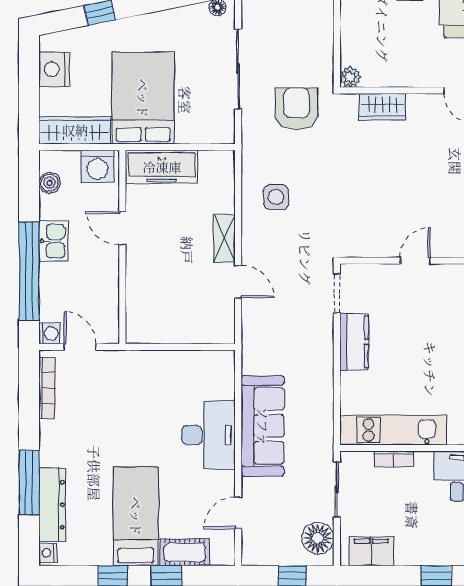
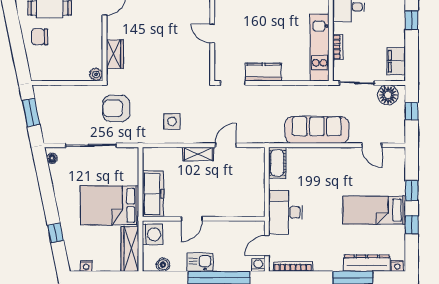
nightstand: (54, 69) -> (86, 266), width x0.53, depth x0.56
desk: (208, 435) -> (286, 212), moved, turned -90
cot: (185, 552) -> (277, 163), moved

